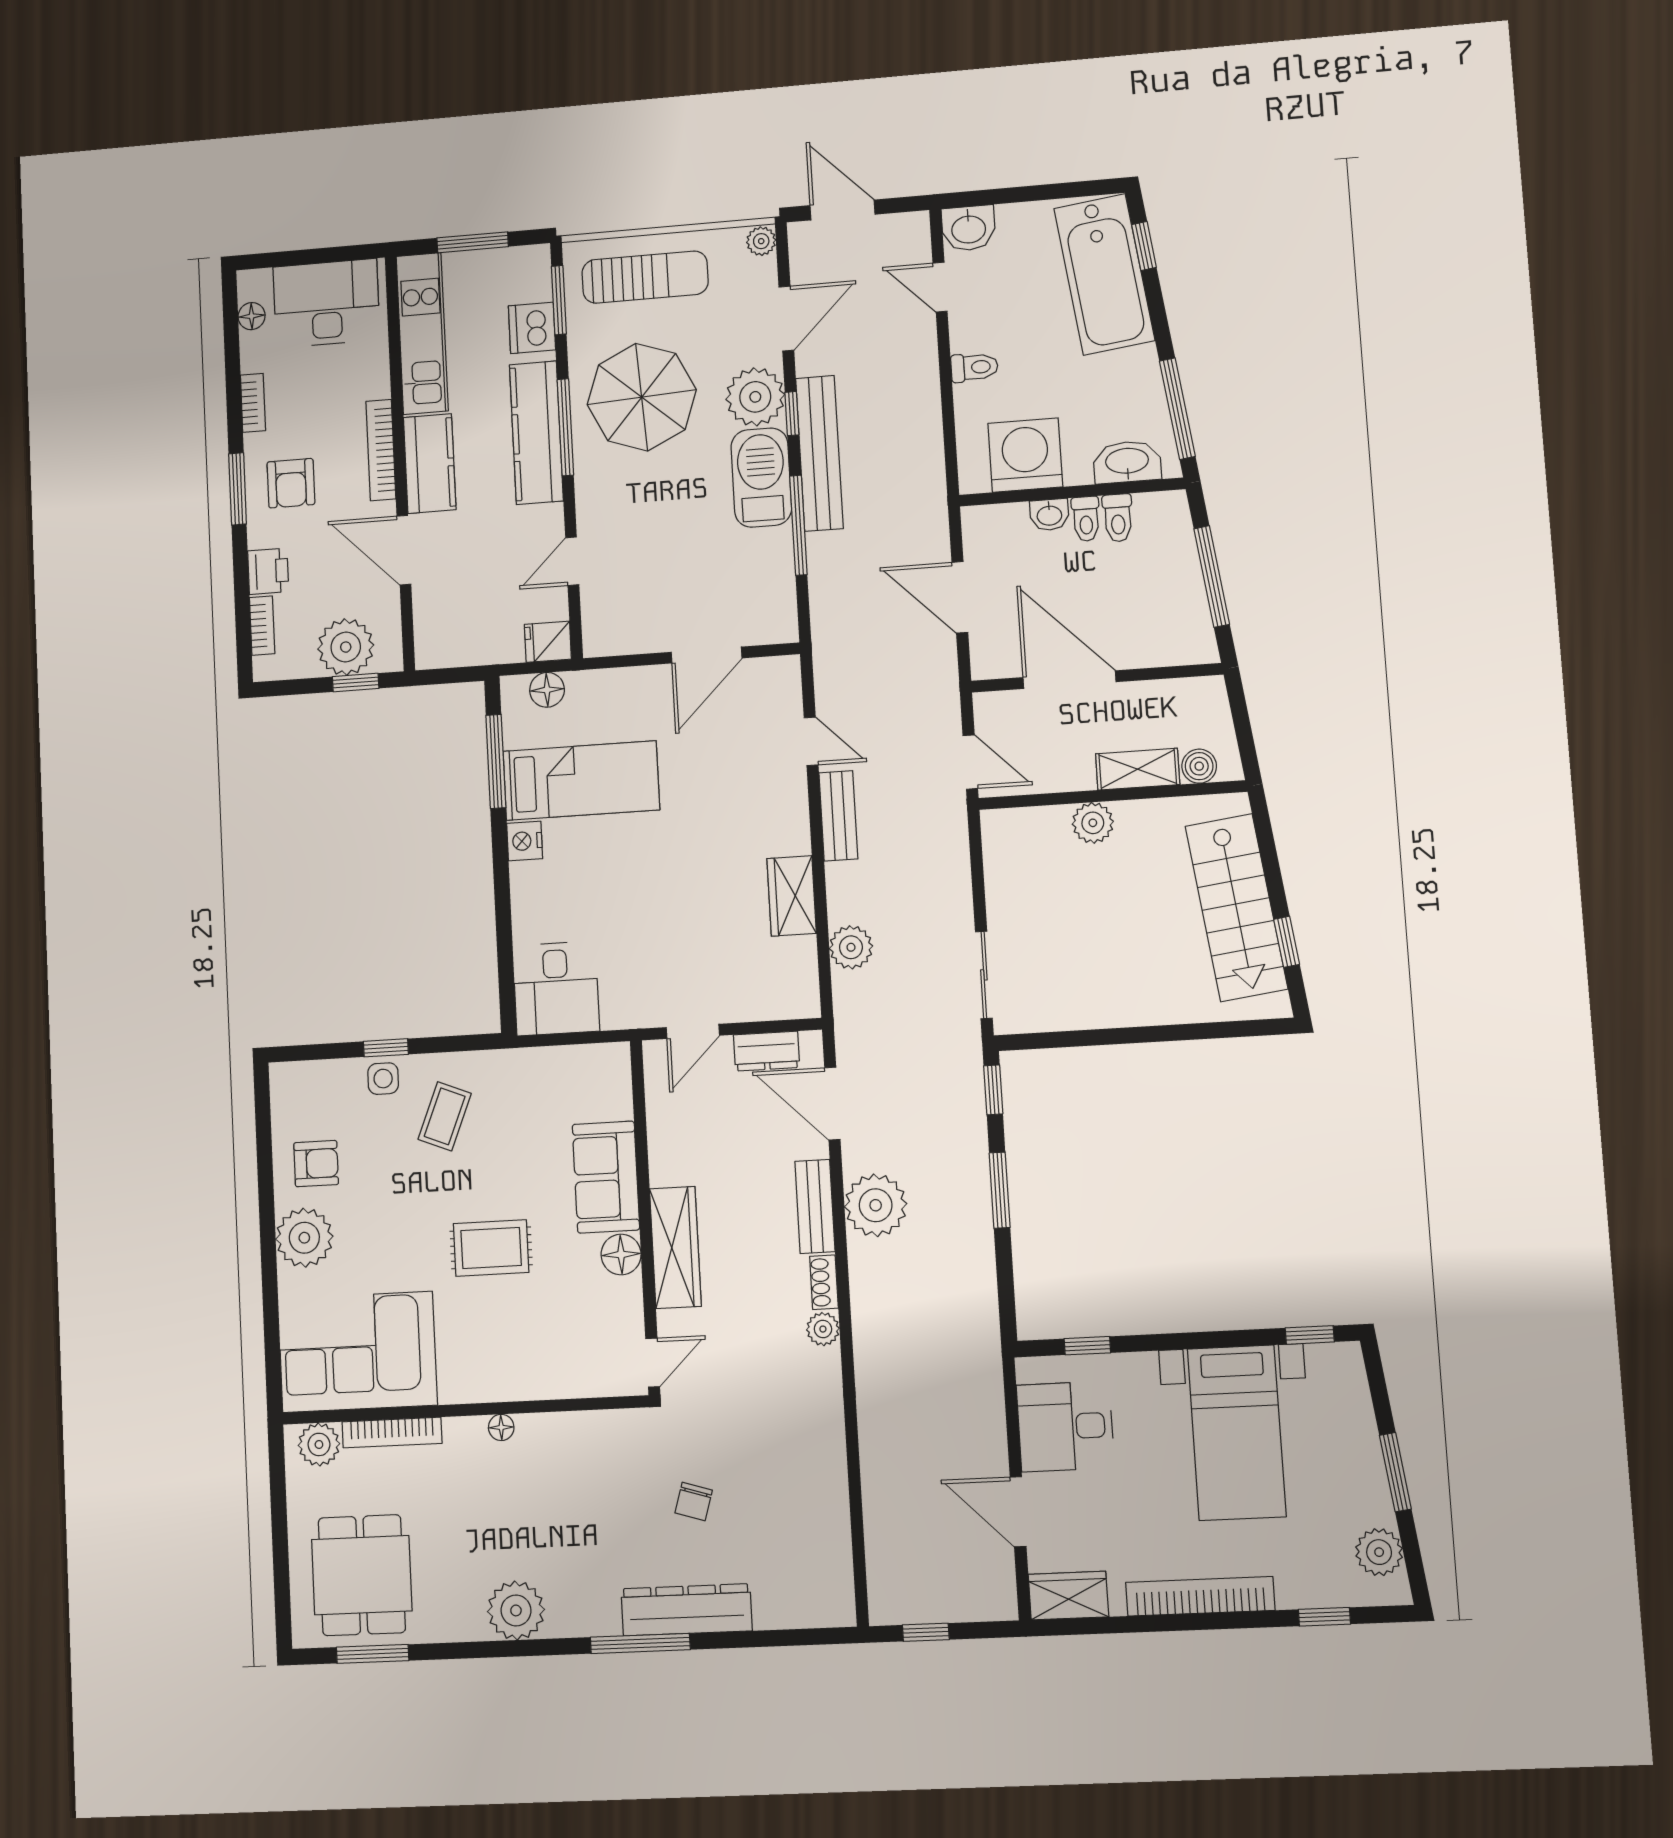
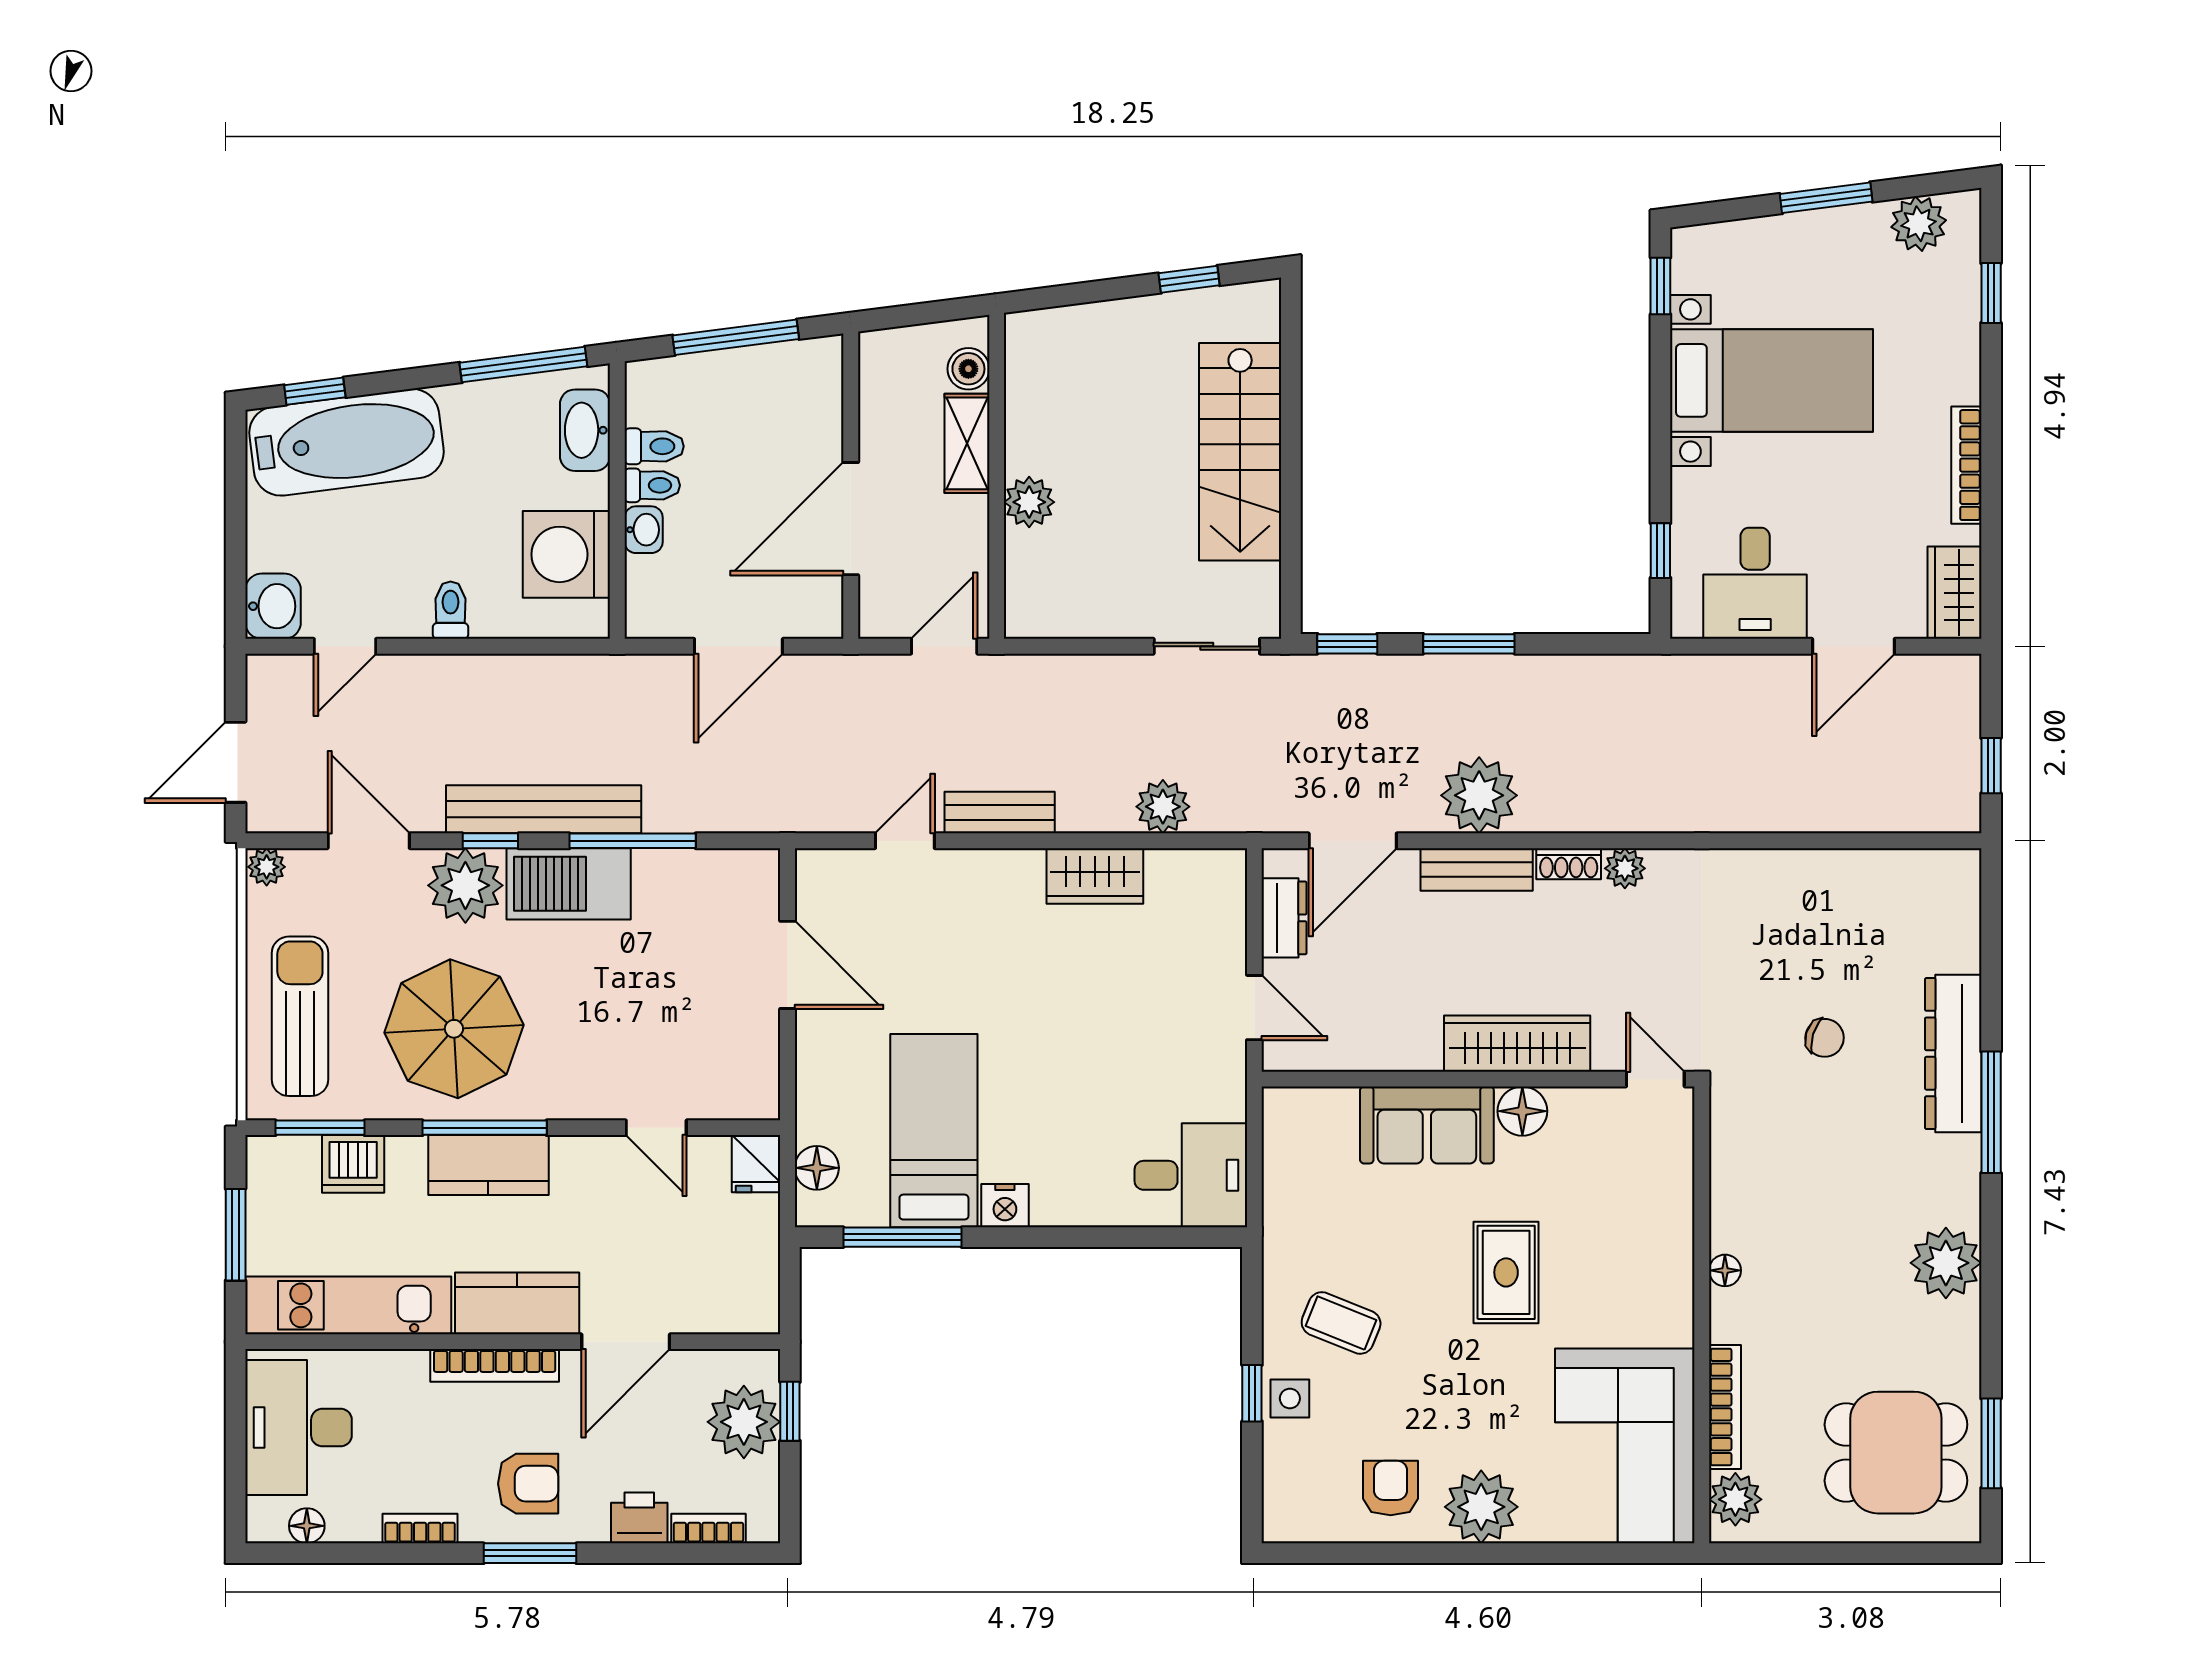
kitchen counter: (536, 433) -> (488, 1165), width x0.67
stairs: (1236, 908) -> (1240, 452), moved, turned 97
bookcase: (1200, 1596) -> (1966, 465), width x0.68, depth x0.76

